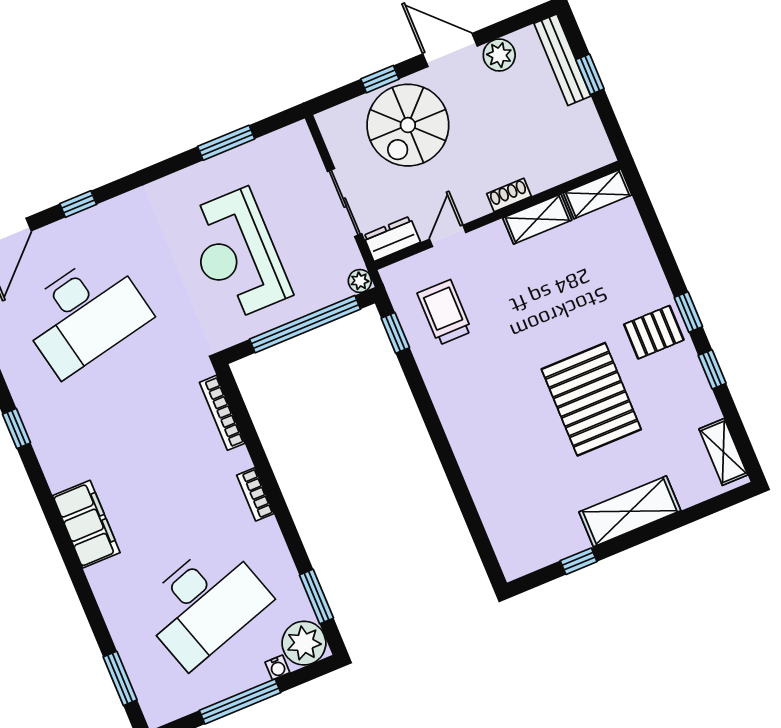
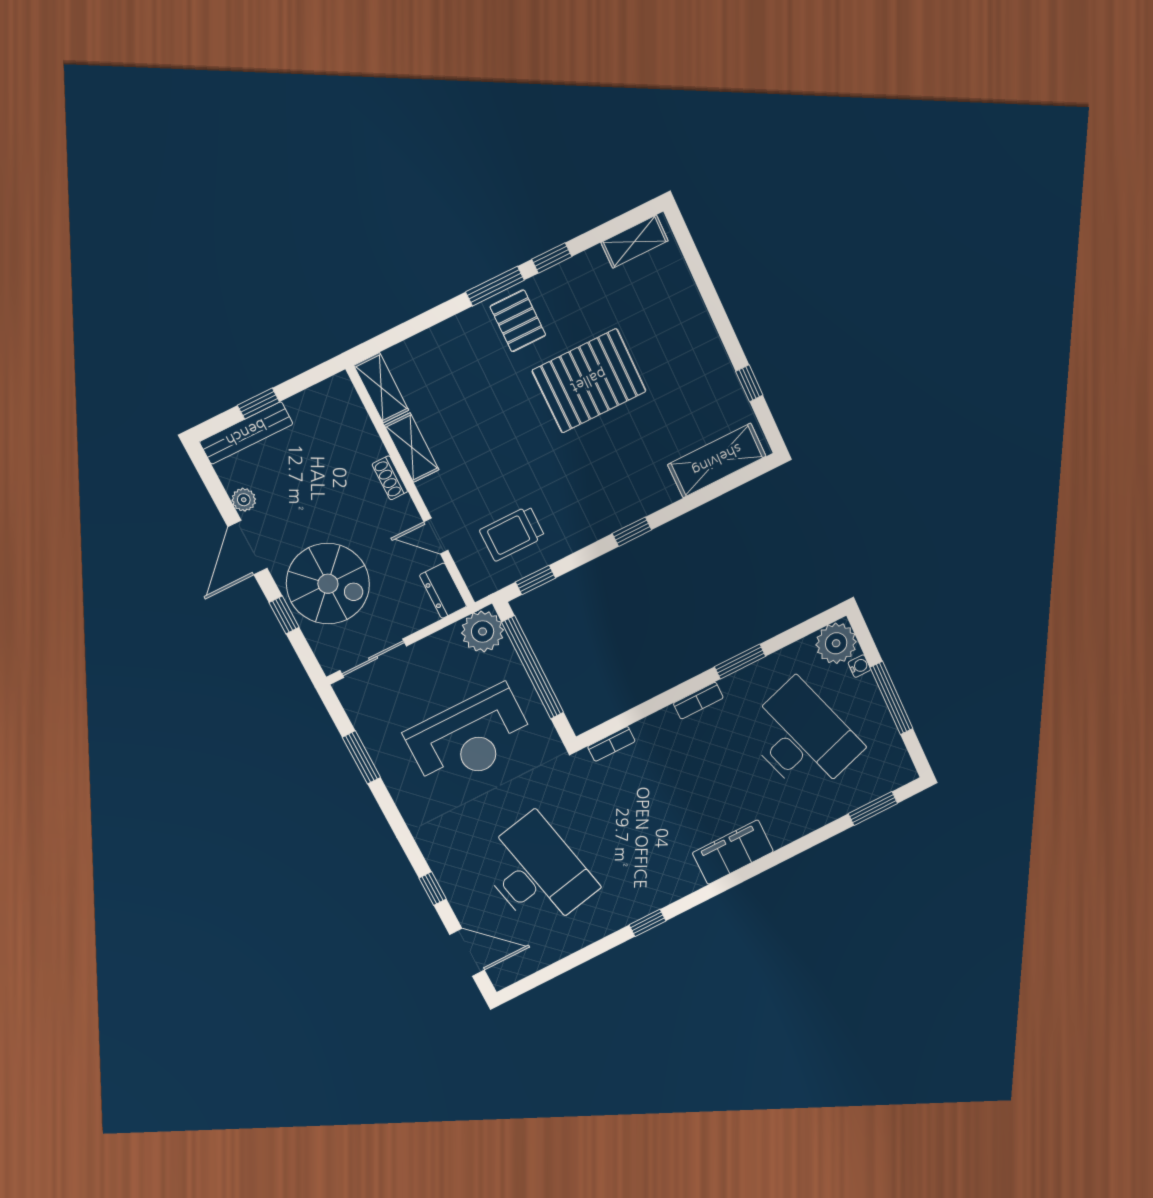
plant: (499, 55) -> (244, 500), width x0.73, depth x0.73
sliding door: (345, 203) -> (373, 658), moved
plant: (360, 281) -> (483, 632), width x1.88, depth x1.88
window: (688, 312) -> (495, 286), width x1.50
bookcase: (222, 413) -> (611, 744), width x0.64
window: (437, 434) -> (632, 532), added
shelving: (630, 511) -> (717, 460), moved, turned 90
window: (316, 597) -> (740, 661), moved

